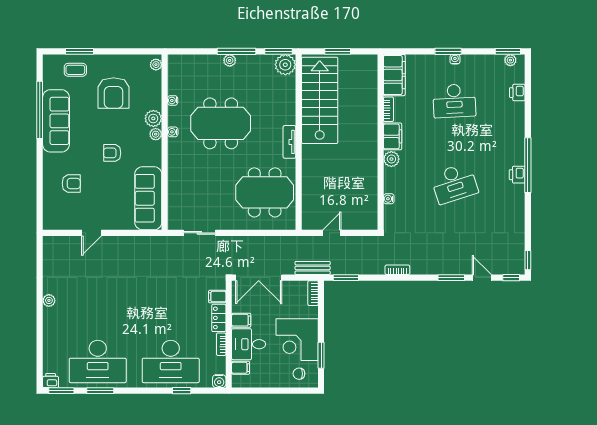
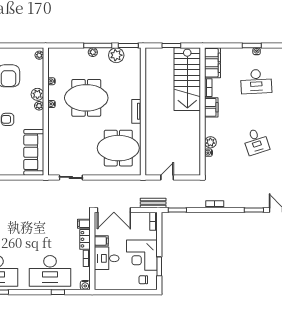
plant: (285, 65) -> (116, 55), moved
stairs: (320, 100) -> (187, 79), moved, turned 180
plant: (391, 159) -> (210, 142), moved
desk: (454, 183) -> (256, 142), width x0.73
filing cabinet: (241, 368) -> (101, 275), removed

